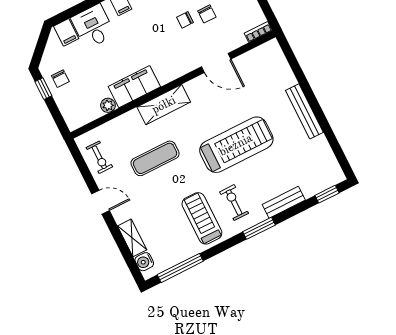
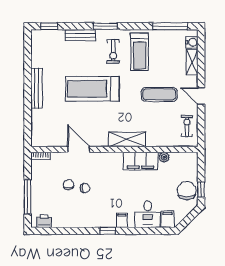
chair: (60, 79) -> (187, 191), width x1.87, depth x1.87
exercise mat: (155, 158) -> (159, 94), moved

